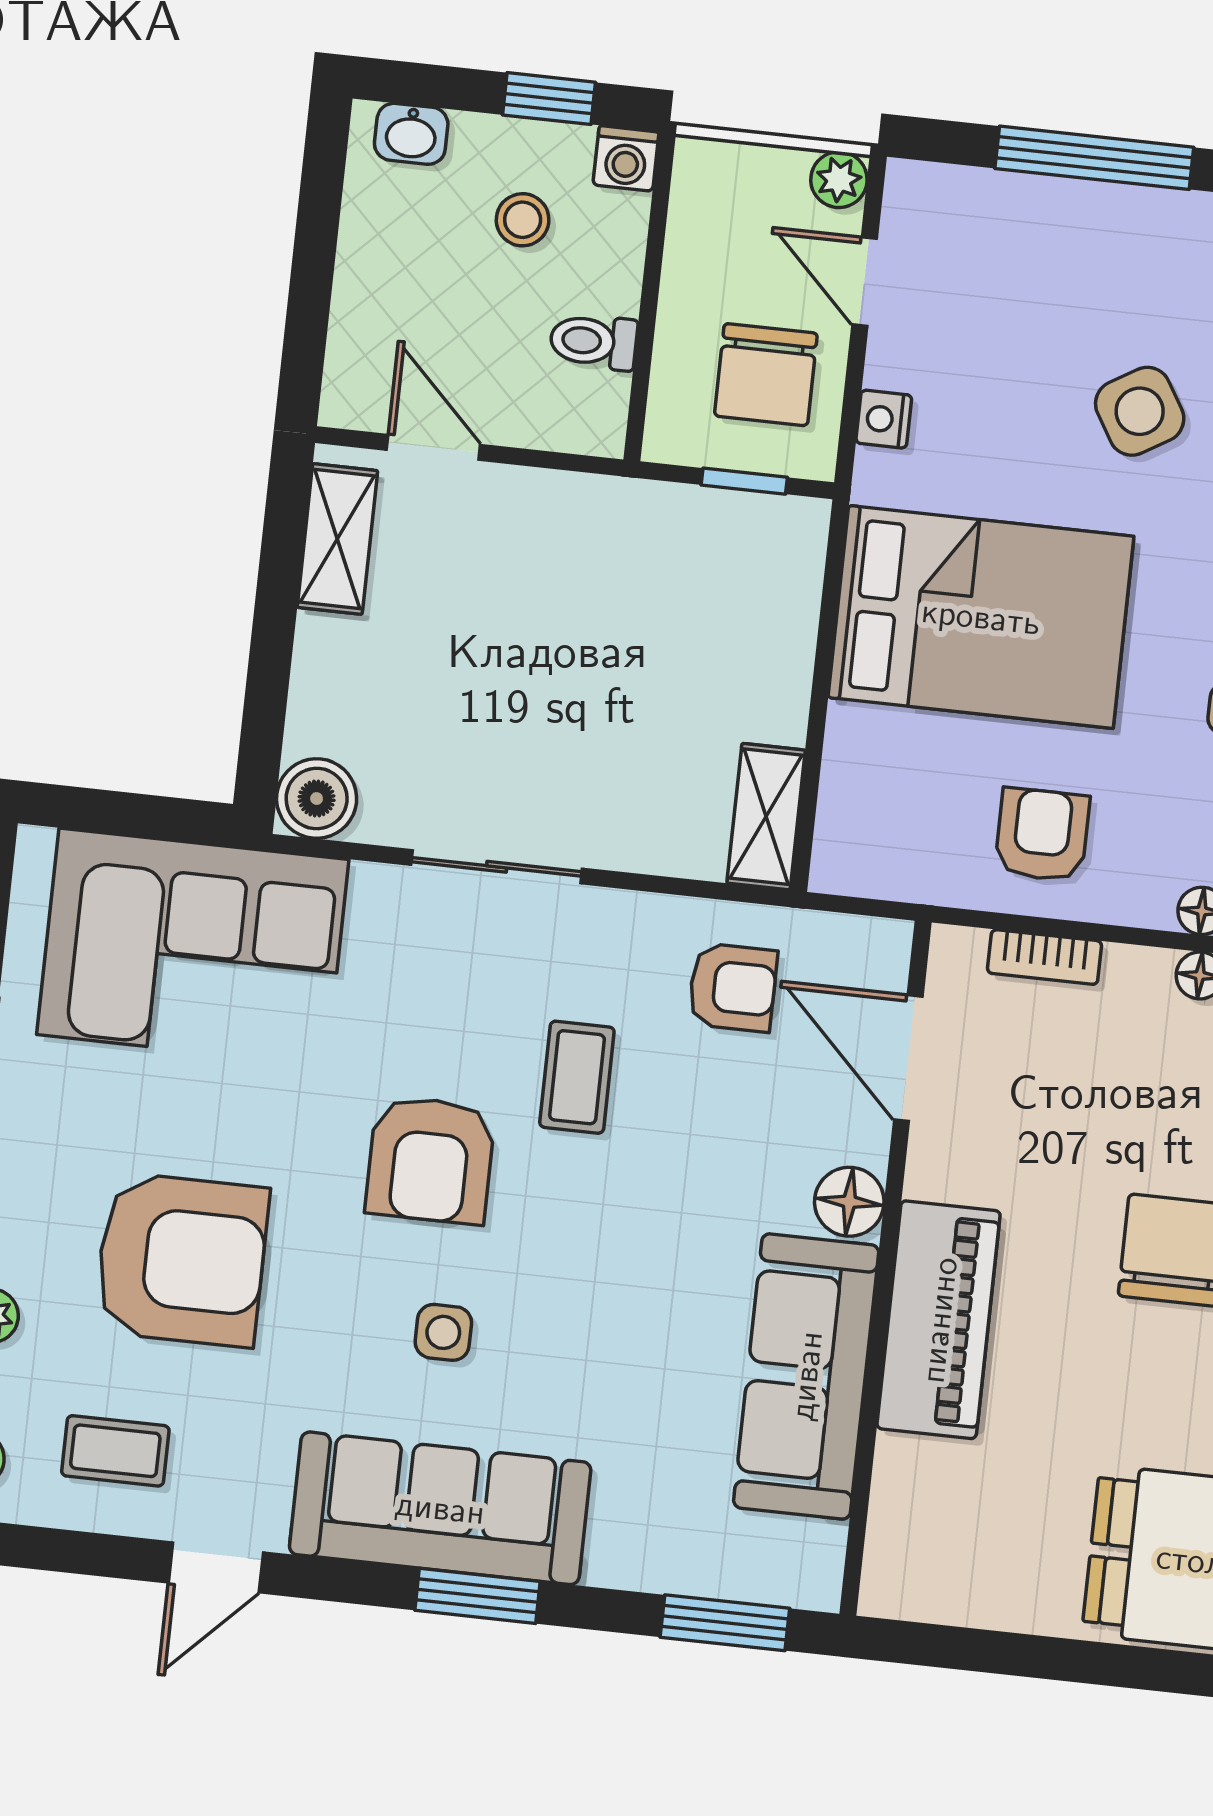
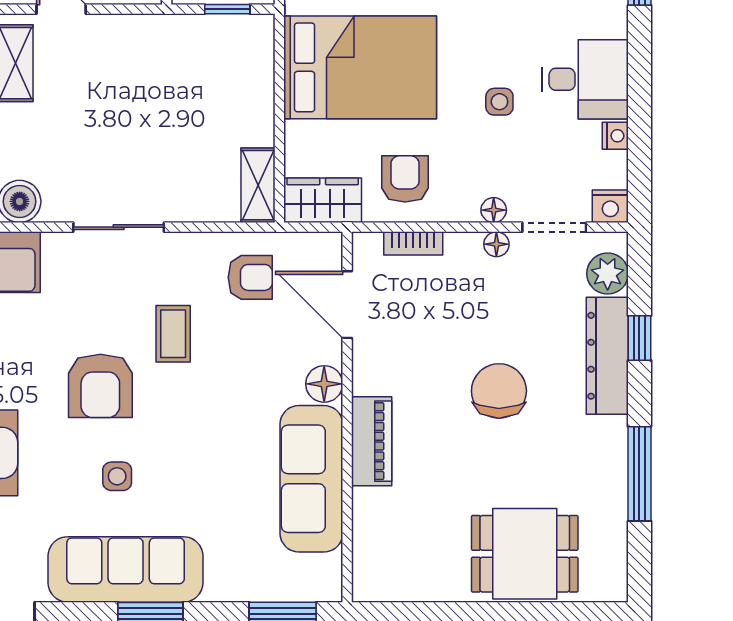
wardrobe: (884, 858) -> (323, 200), added
piano: (939, 1320) -> (372, 441), width x0.73, depth x0.75

